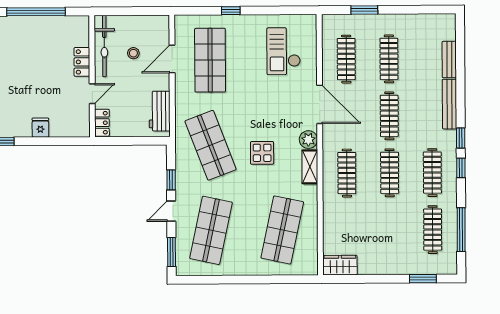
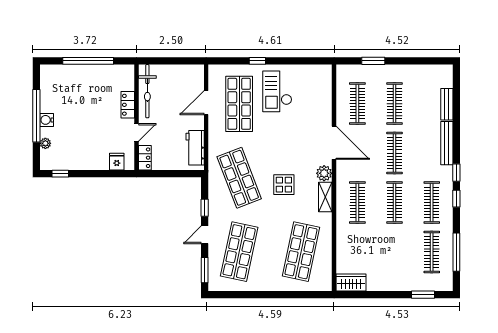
checkout: (284, 51) -> (277, 91), moved
stool: (133, 53) -> (173, 97), removed
fridge: (40, 128) -> (117, 162), moved

